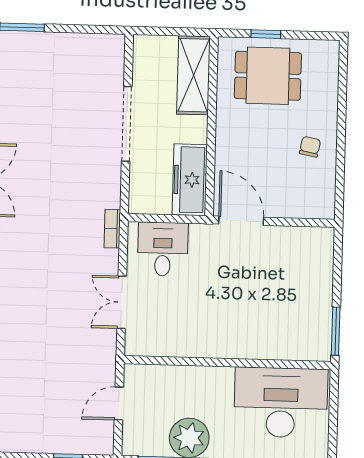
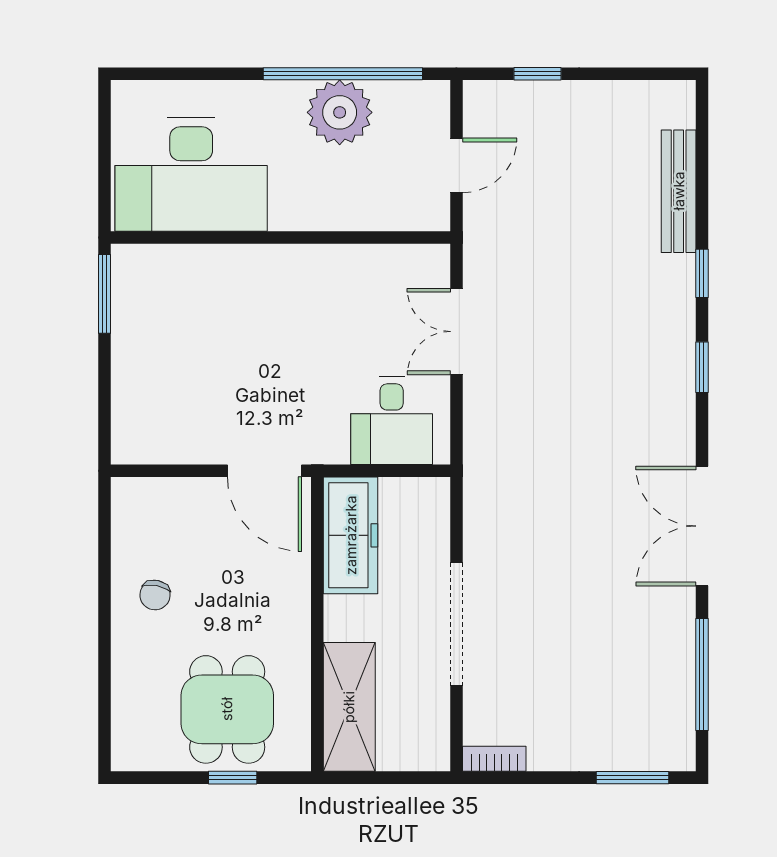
dining table: (268, 76) -> (227, 709), turned 90
bookcase: (112, 229) -> (494, 759), moved, turned -90
double door: (122, 302) -> (456, 332), swing flipped

